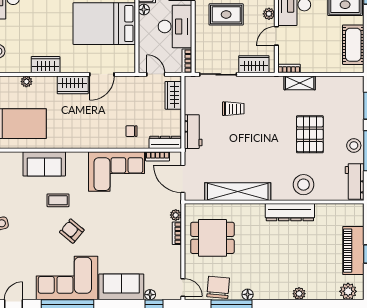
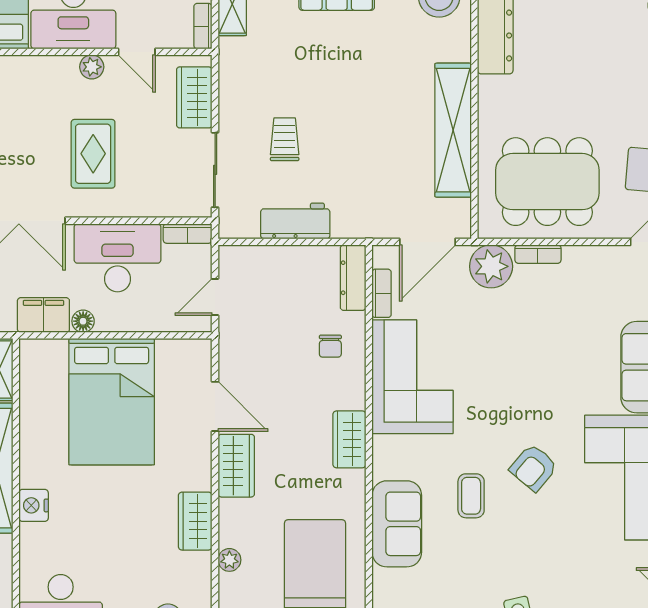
wardrobe: (173, 95) -> (349, 439), moved, turned 90
workbench: (193, 132) -> (295, 221), moved
plant: (176, 215) -> (491, 266), width x1.88, depth x1.88
dining table: (212, 238) -> (547, 182), width x1.37

